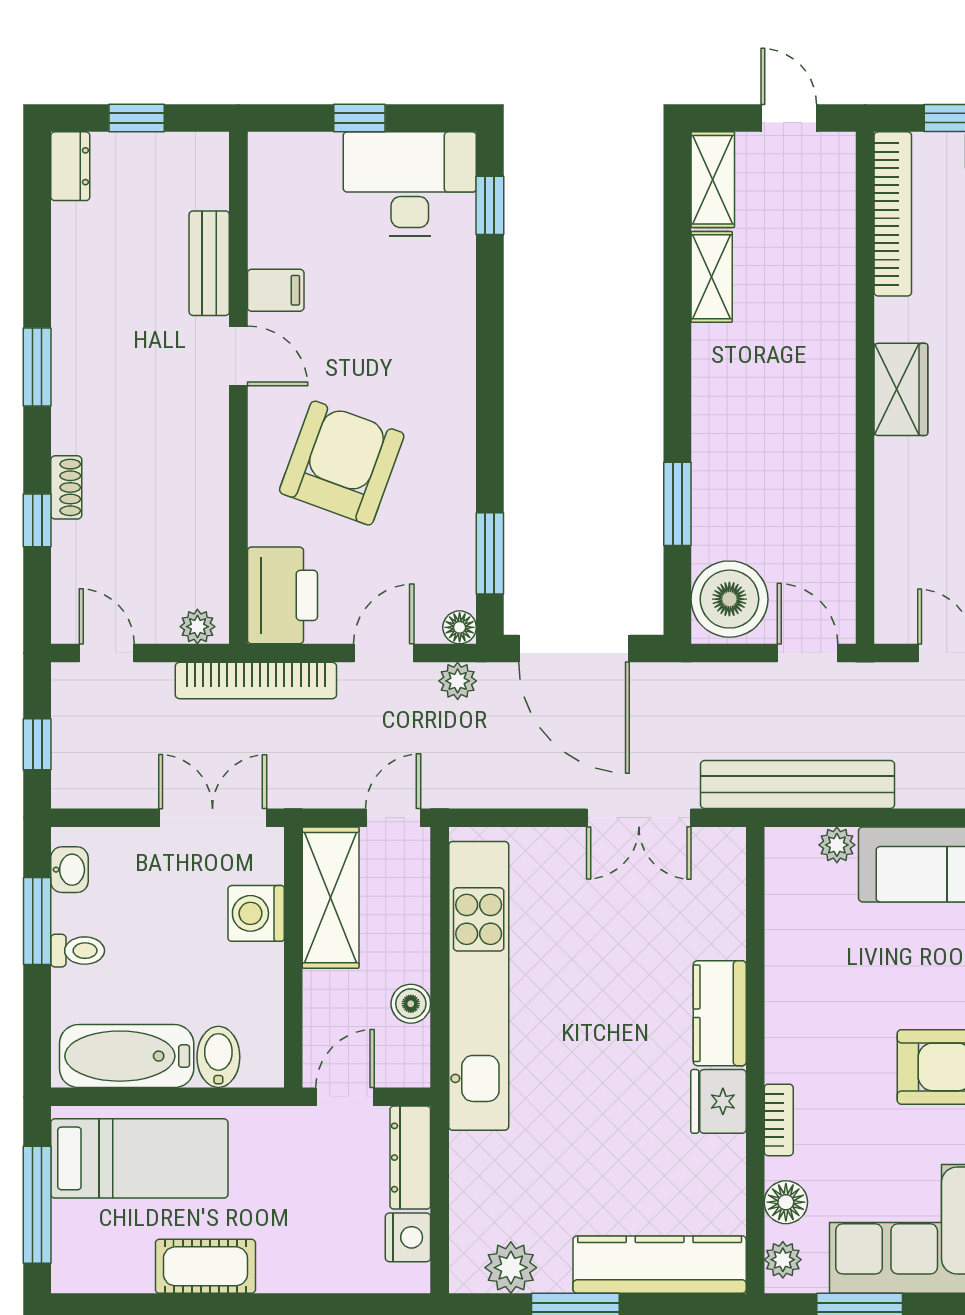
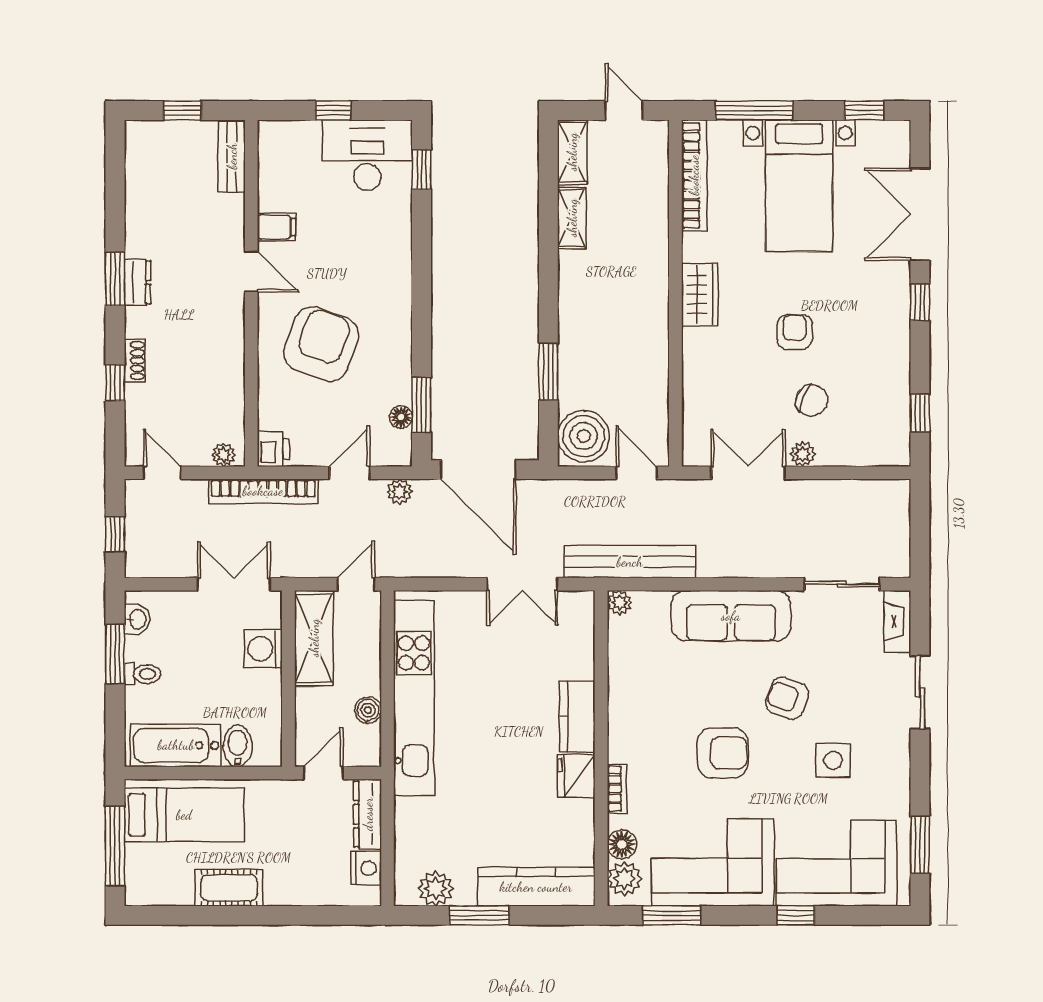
dresser: (70, 166) -> (137, 282), moved
bench: (209, 263) -> (232, 156), moved
printer: (282, 595) -> (273, 449), width x0.53, depth x0.68
floor lamp: (460, 627) -> (401, 417), moved
plant: (837, 845) -> (619, 603), moved
plant: (783, 1260) -> (624, 879), width x1.38, depth x1.38

